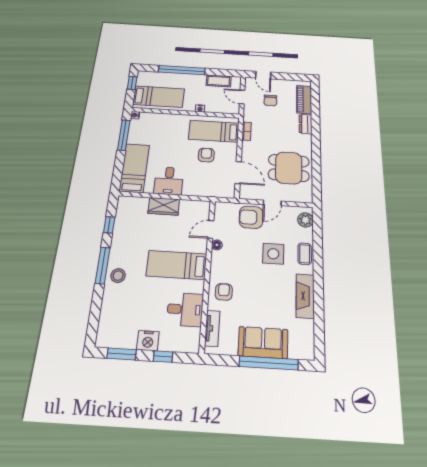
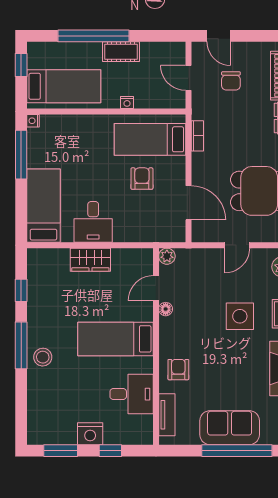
cot: (219, 81) -> (121, 52), moved
plant: (220, 207) -> (167, 256), added
armchair: (251, 217) -> (209, 268), removed

